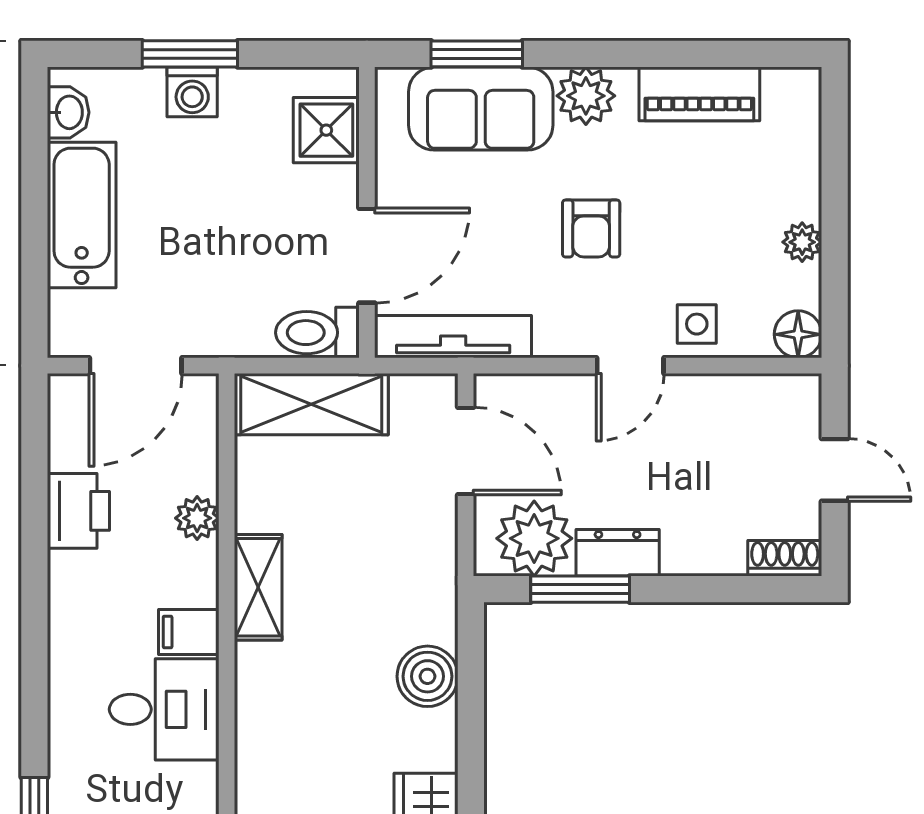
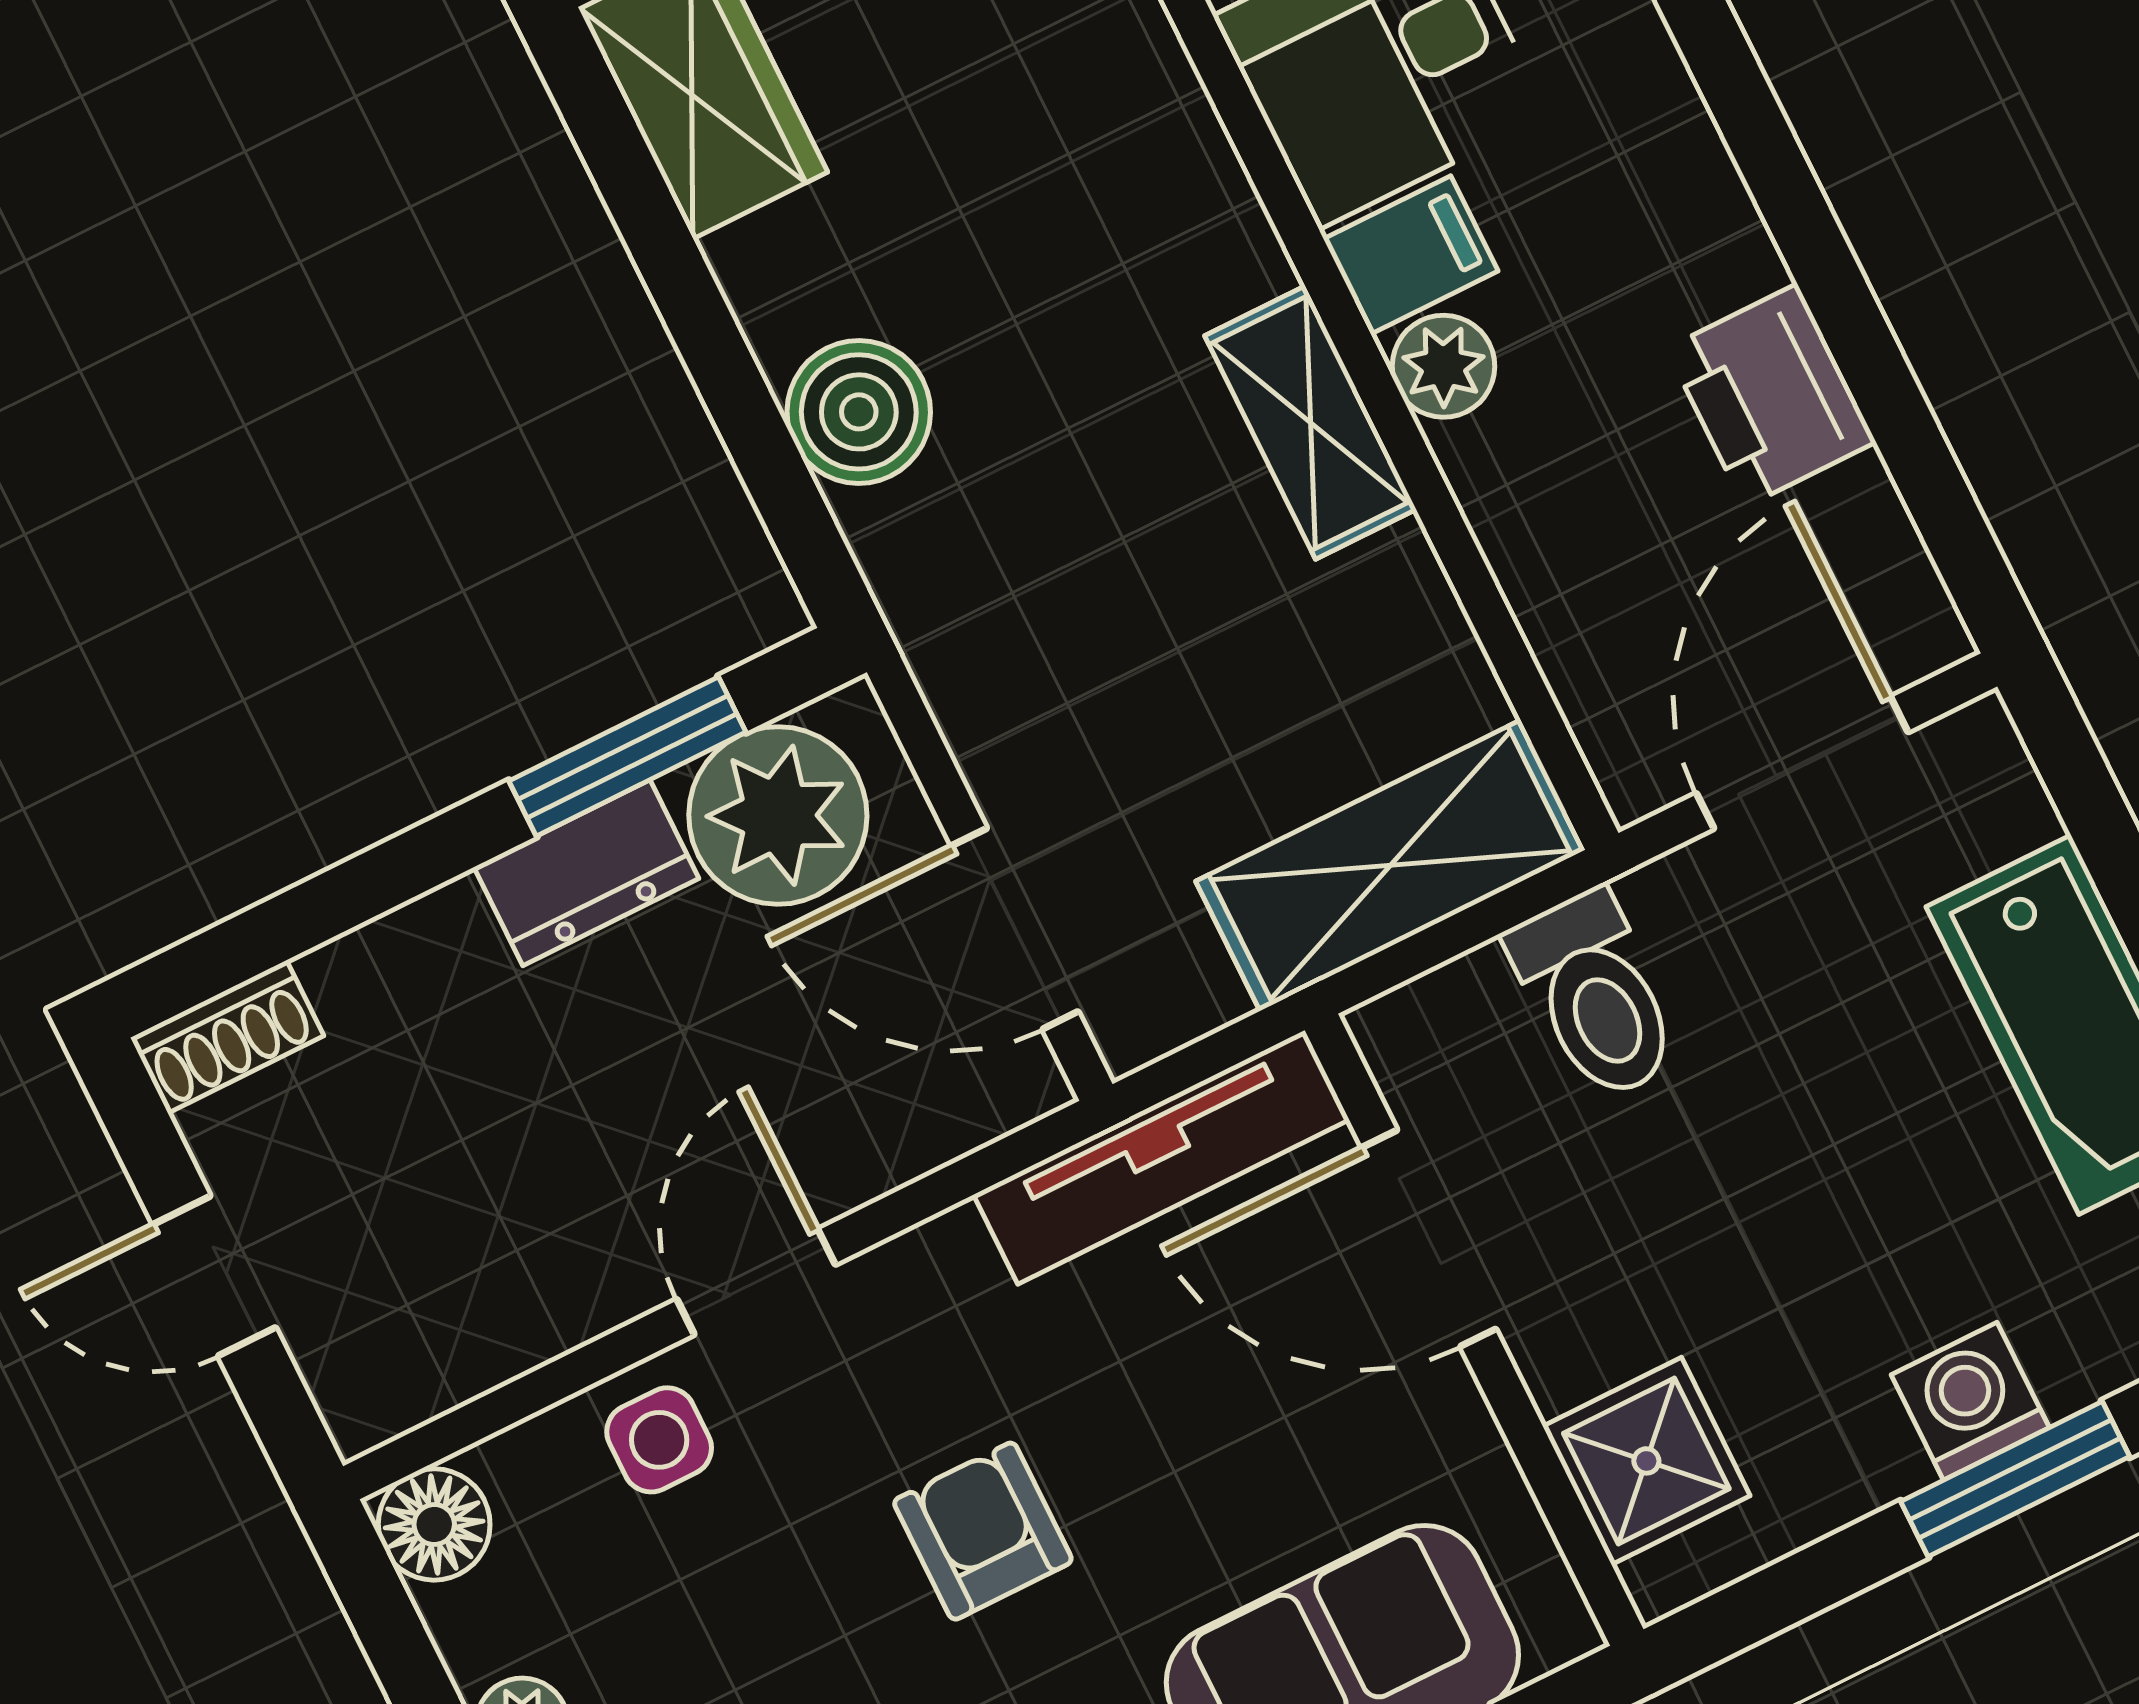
door: (367, 256) -> (1429, 1238), hinge flipped
toilet: (317, 333) -> (1595, 996), moved, turned 90
plant: (197, 518) -> (1444, 366), moved

